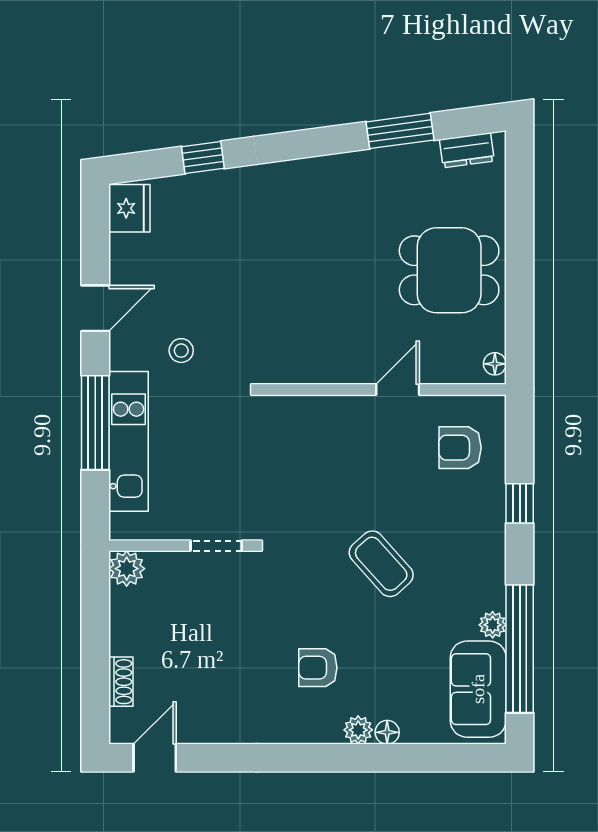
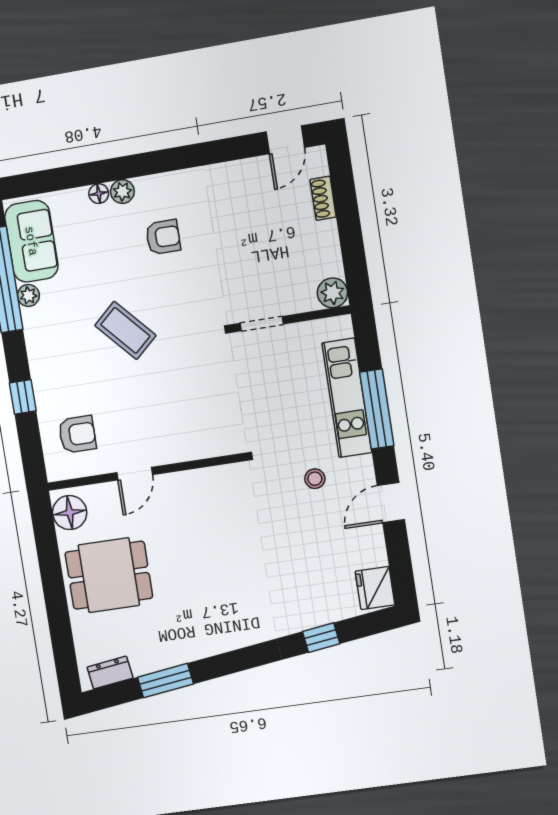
floor lamp: (495, 364) -> (70, 513), width x1.89, depth x1.89

